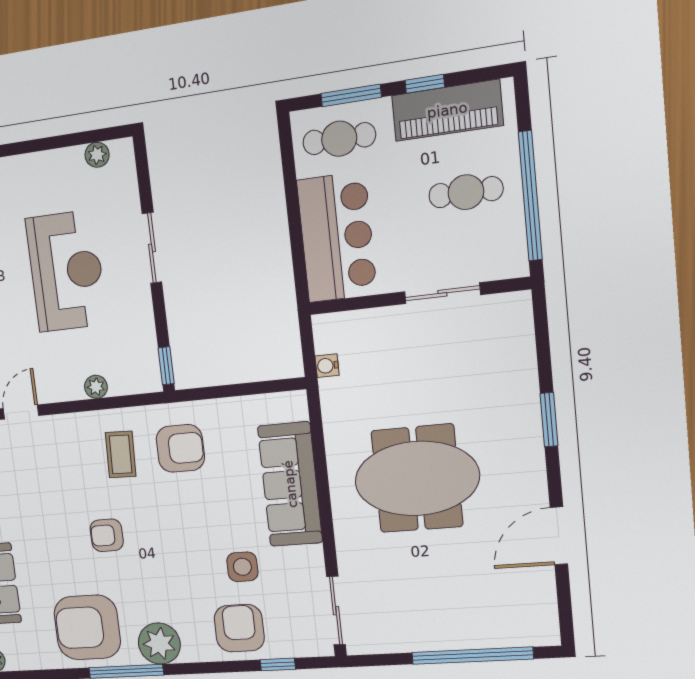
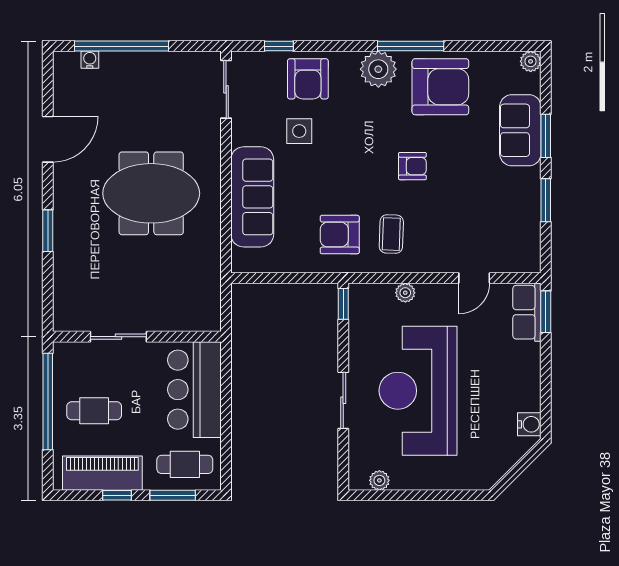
reception desk: (66, 271) -> (418, 391), width x1.36, depth x1.30
water cooler: (327, 366) -> (90, 60), moved, turned -90

